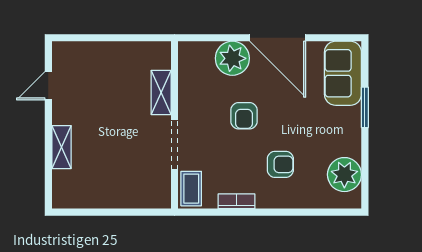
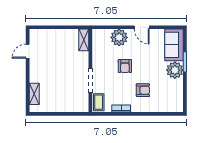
door: (278, 38) -> (142, 27), width x0.53
shelving: (161, 92) -> (84, 40), moved
shelving: (61, 147) -> (34, 94), moved
plant: (344, 175) -> (175, 70), moved

